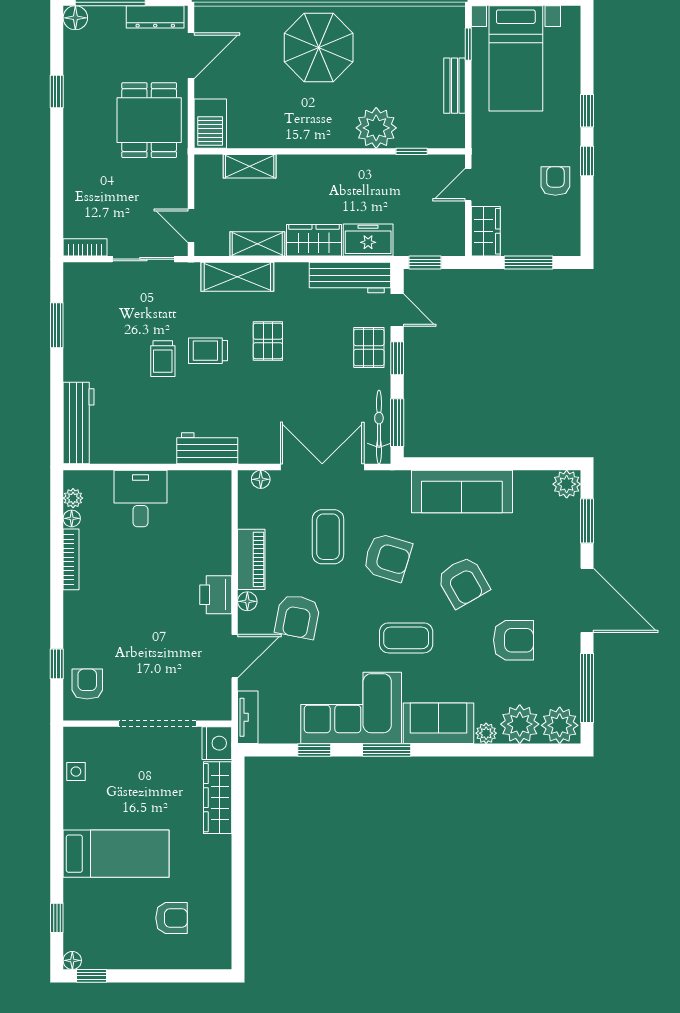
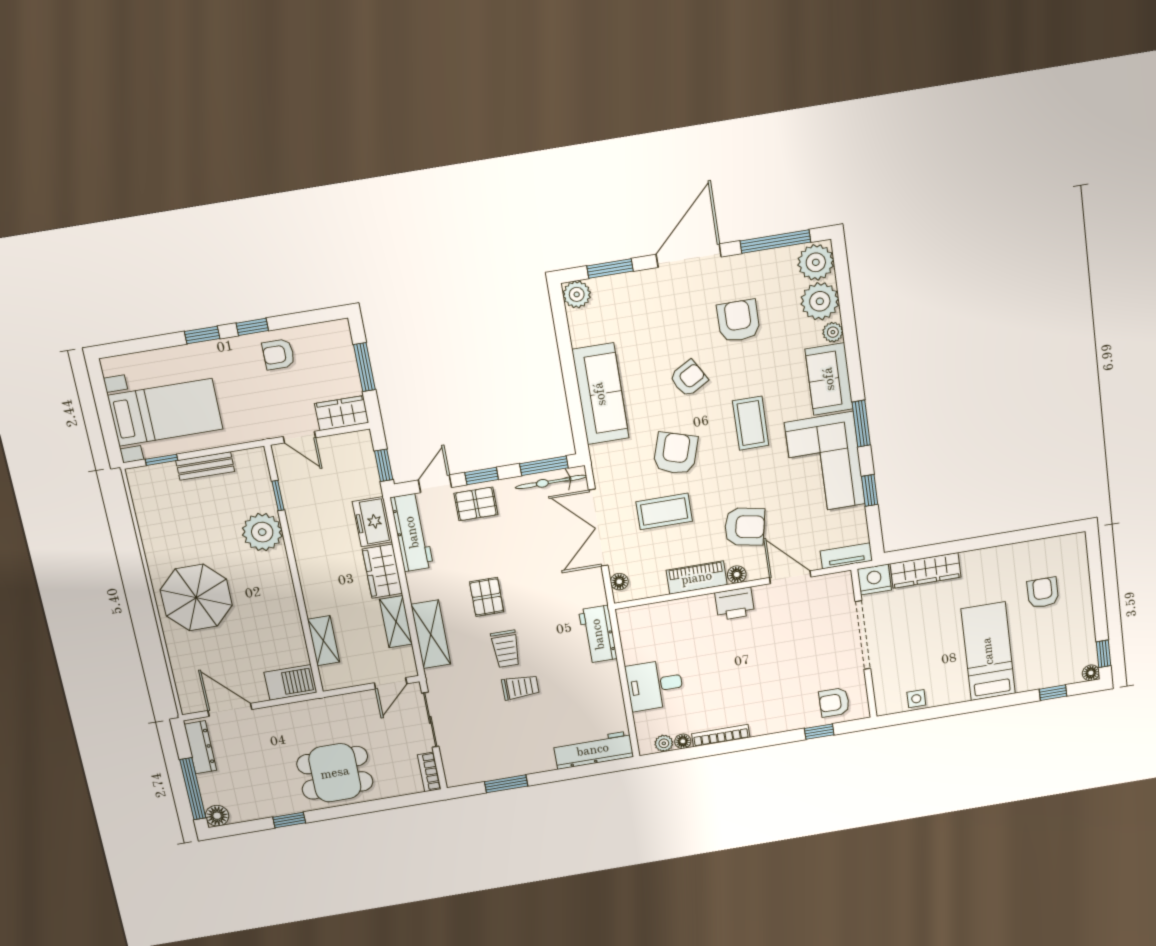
dining table: (149, 120) -> (335, 773), moved
pallet: (268, 341) -> (487, 597), turned 90
armchair: (463, 582) -> (689, 378), width x0.72, depth x0.72

